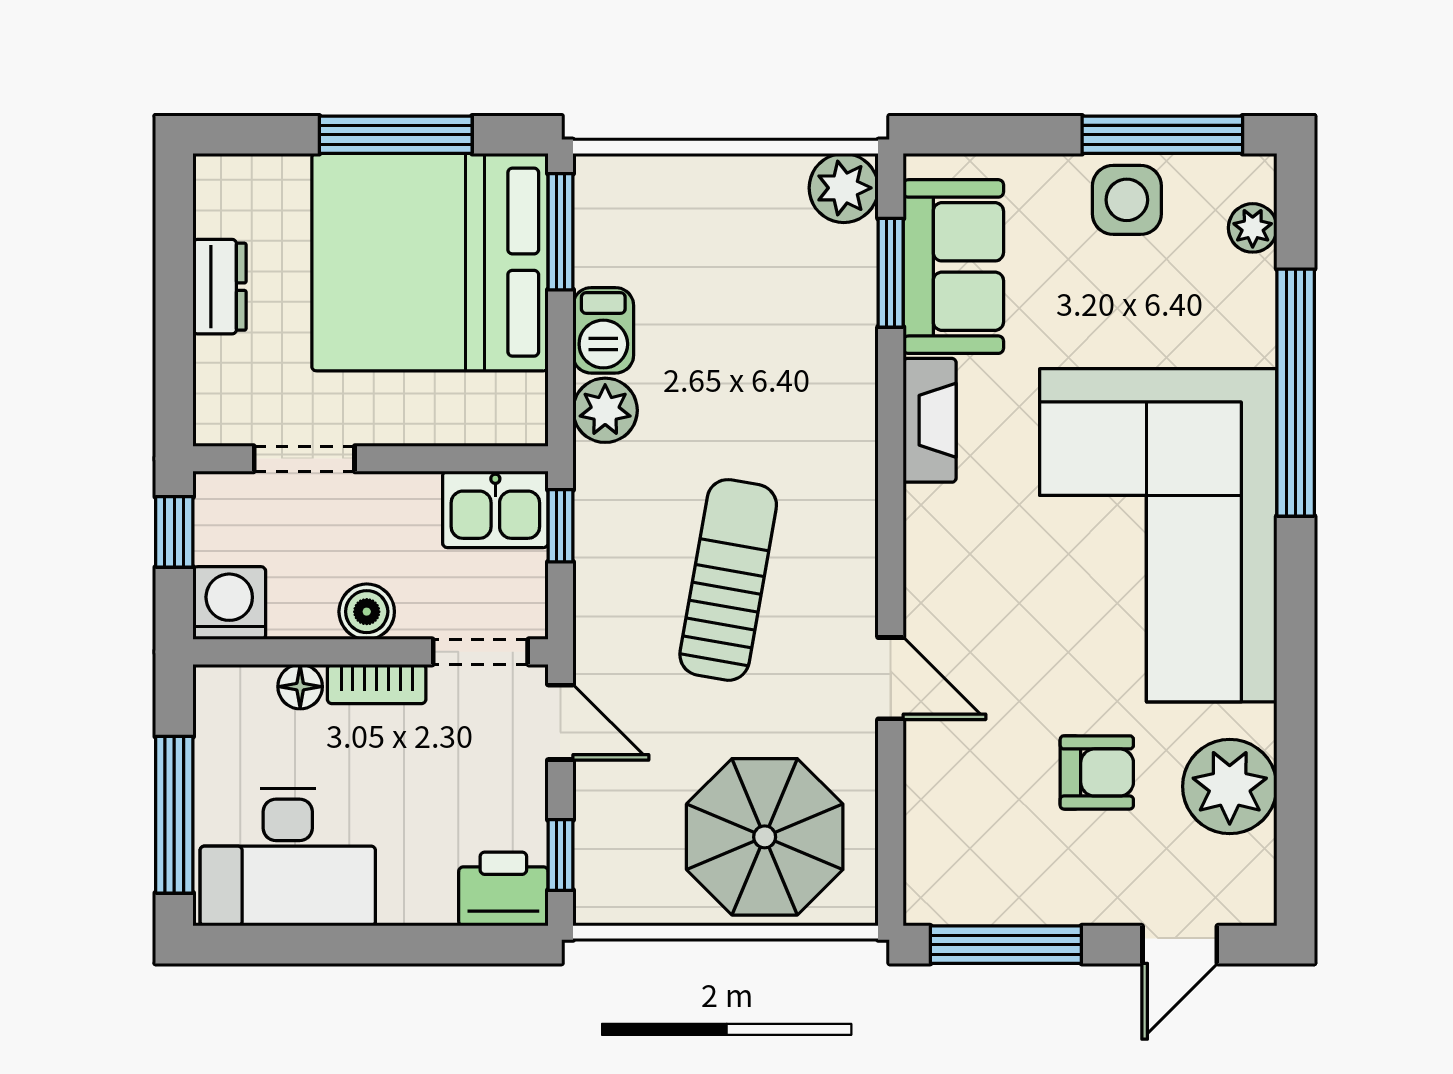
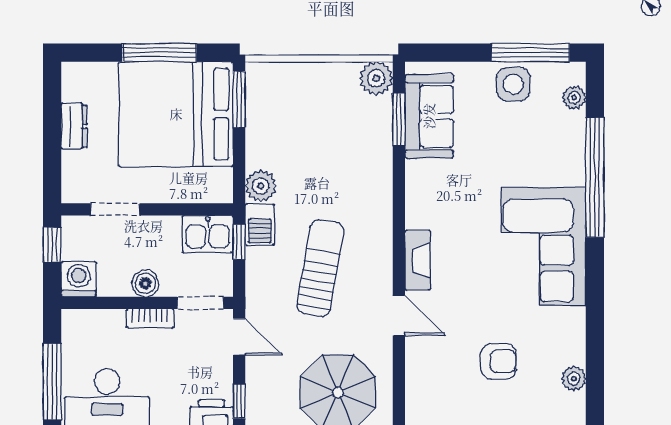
barbecue: (603, 330) -> (260, 225), moved
fireplace: (930, 420) -> (418, 260), moved
corner sofa: (1158, 535) -> (544, 246), width x0.73, depth x0.74
floor lamp: (300, 687) -> (113, 320), removed
plant: (1230, 786) -> (574, 379), width x0.53, depth x0.53

